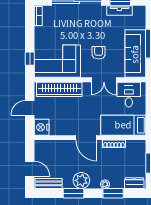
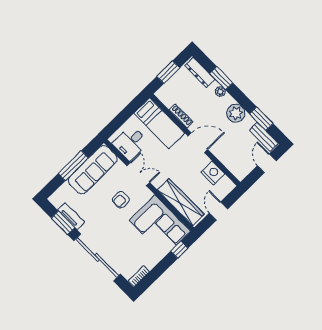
door: (30, 108) -> (219, 211), swing flipped
nightstand: (42, 127) -> (213, 173), moved, turned -90
door: (86, 138) -> (198, 143), hinge flipped
dresser: (134, 183) -> (200, 72), width x1.44
window: (74, 193) -> (261, 119), moved

